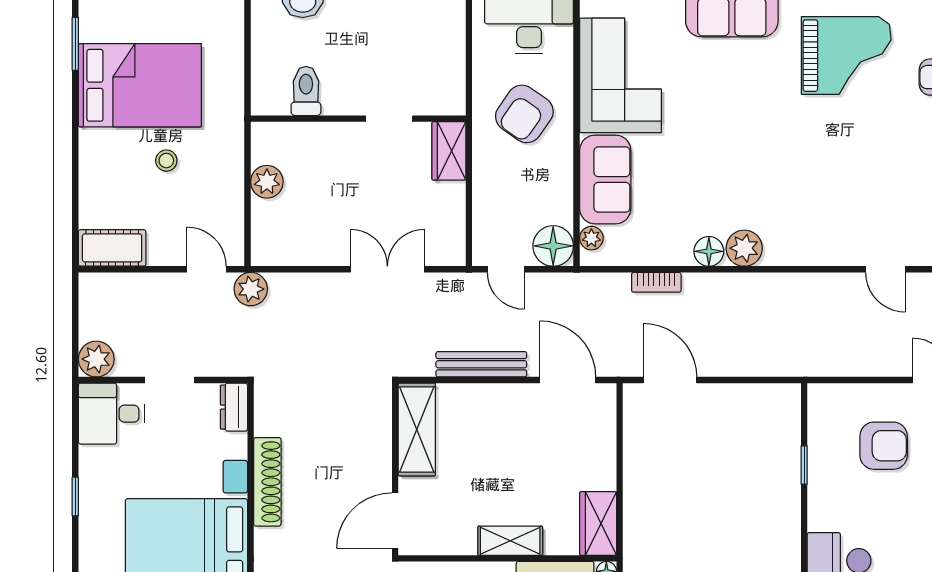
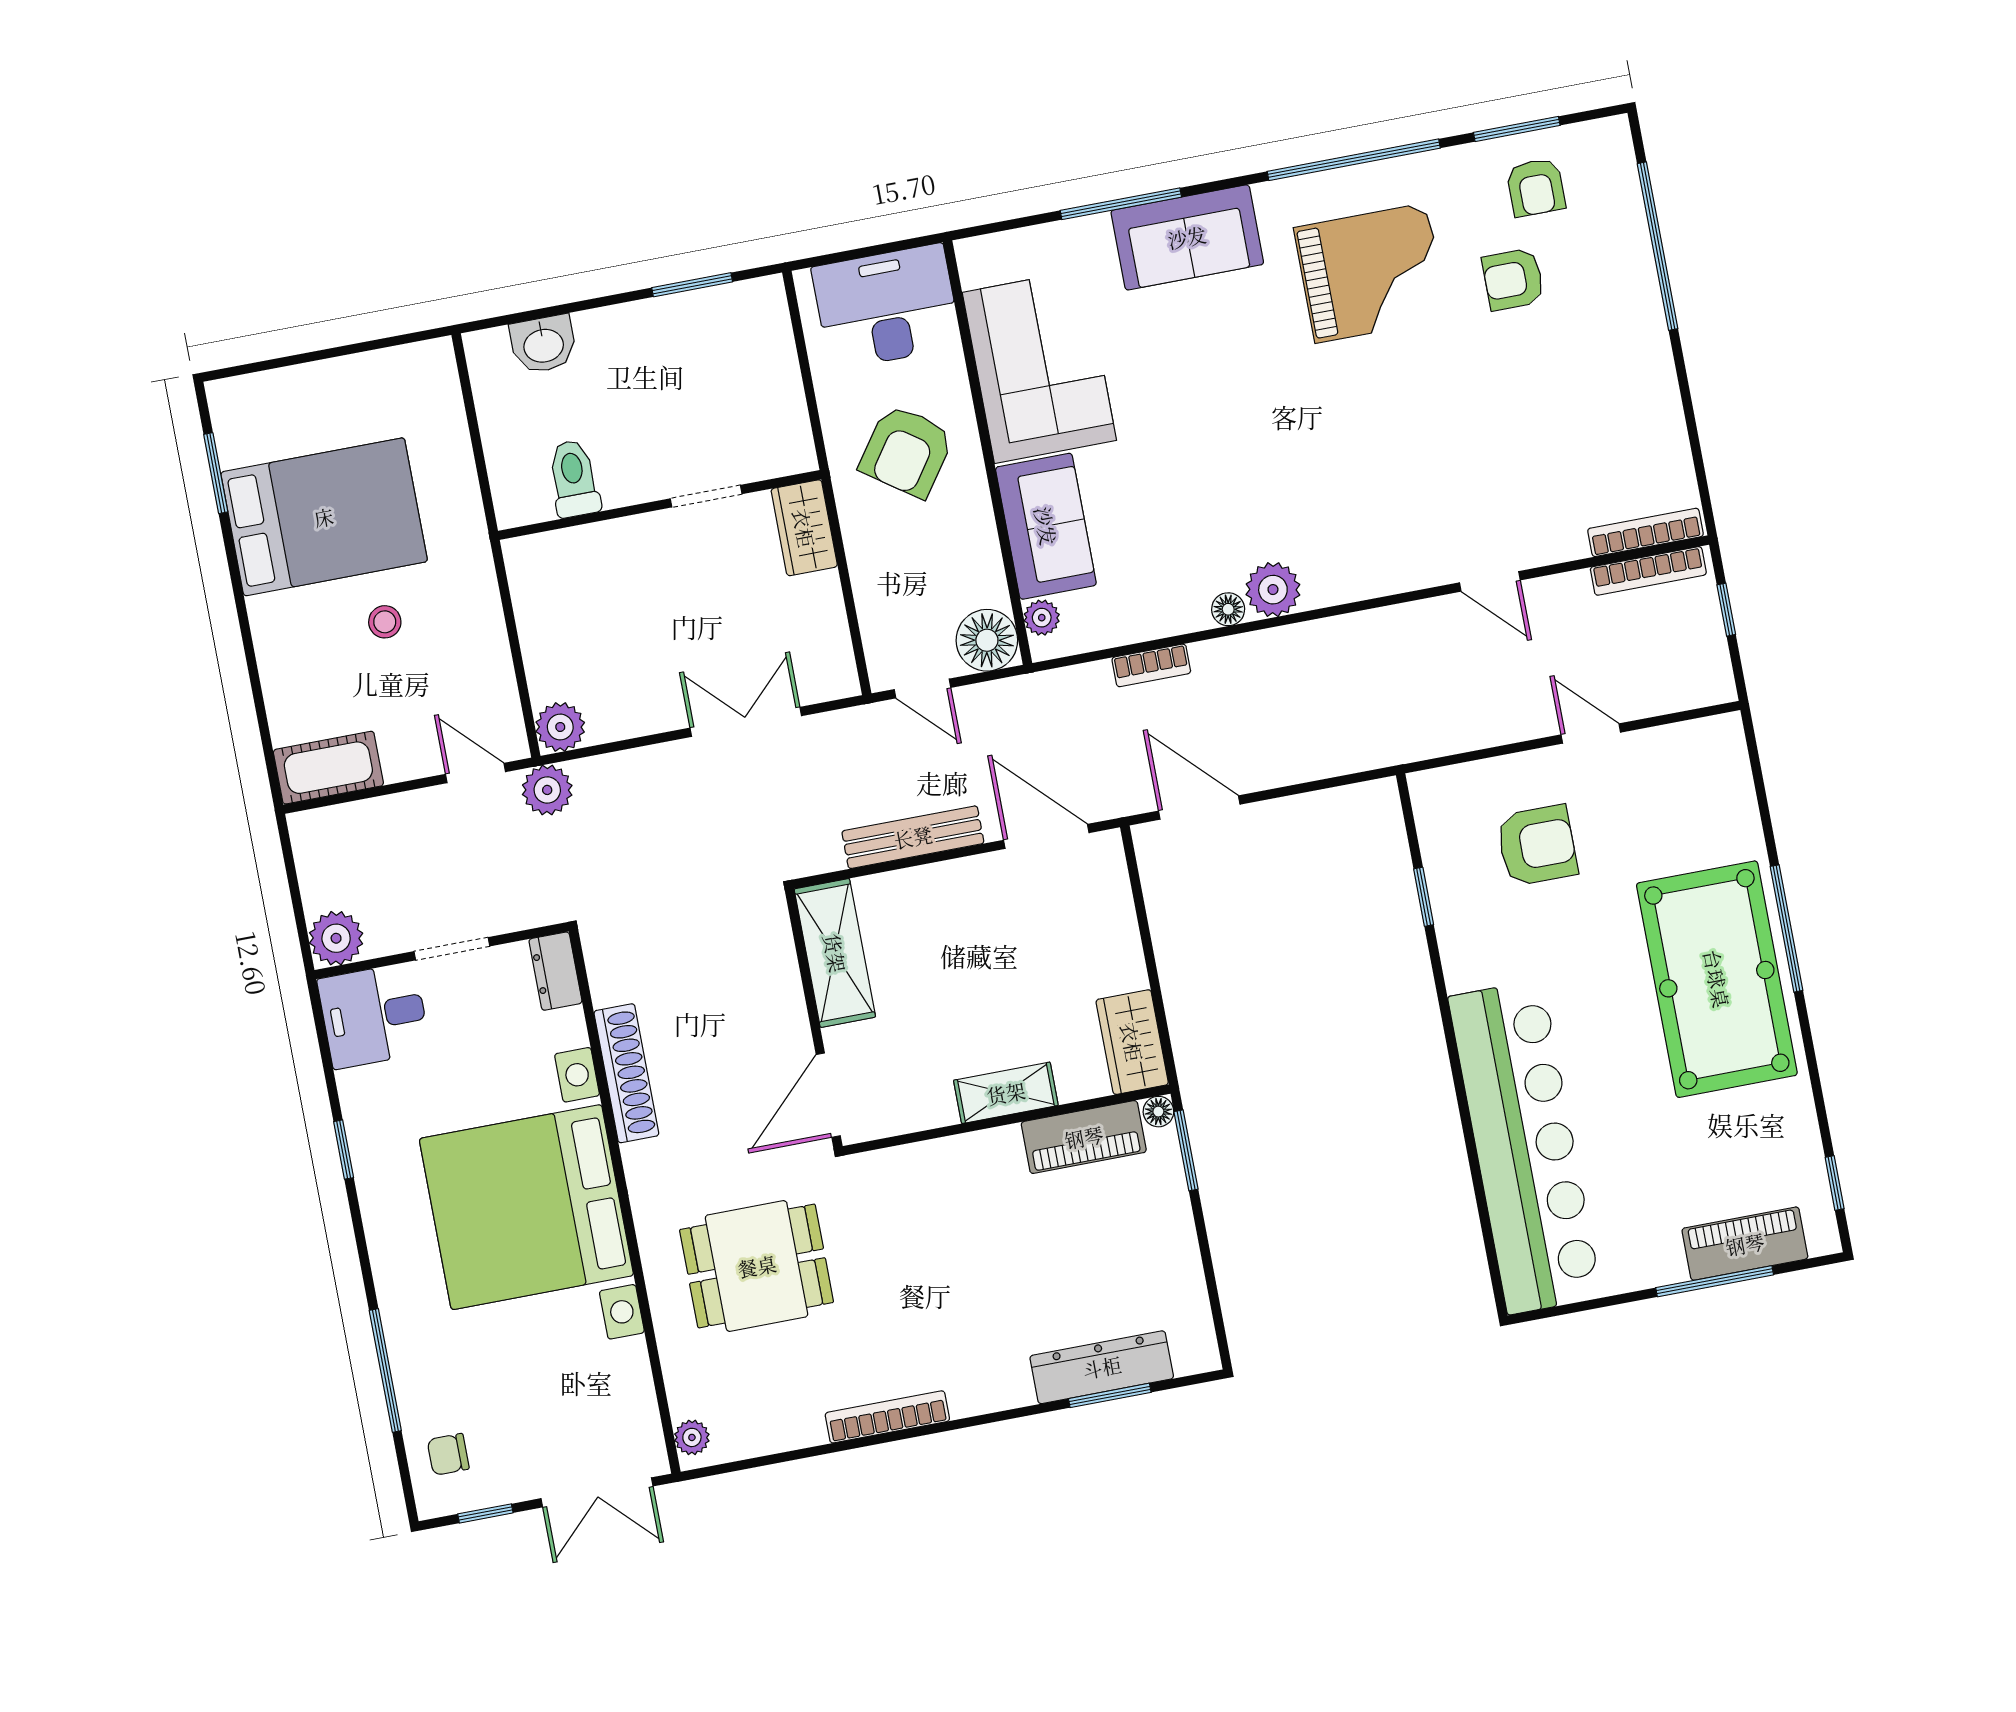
plant: (267, 182) -> (560, 727), moved
floor lamp: (709, 251) -> (1228, 609), width x0.73, depth x0.73

